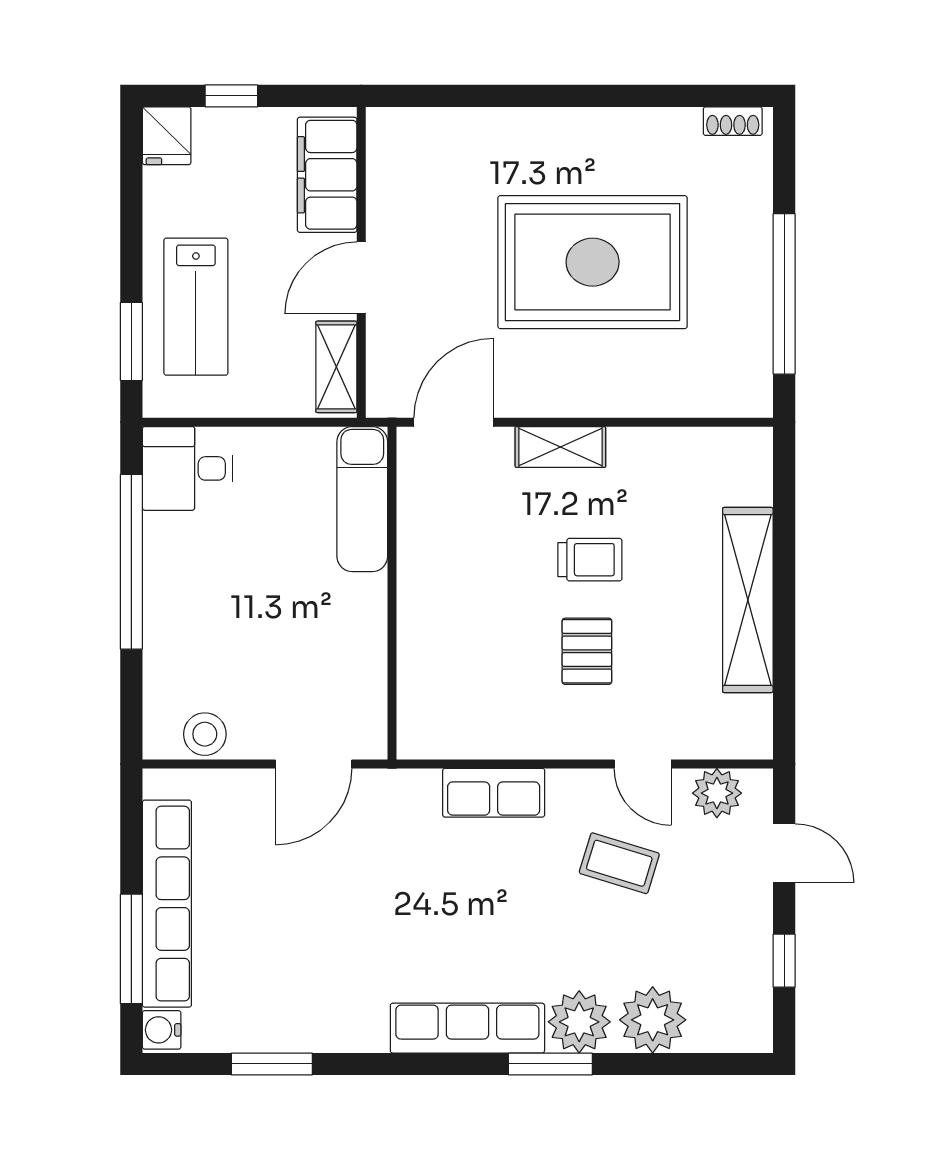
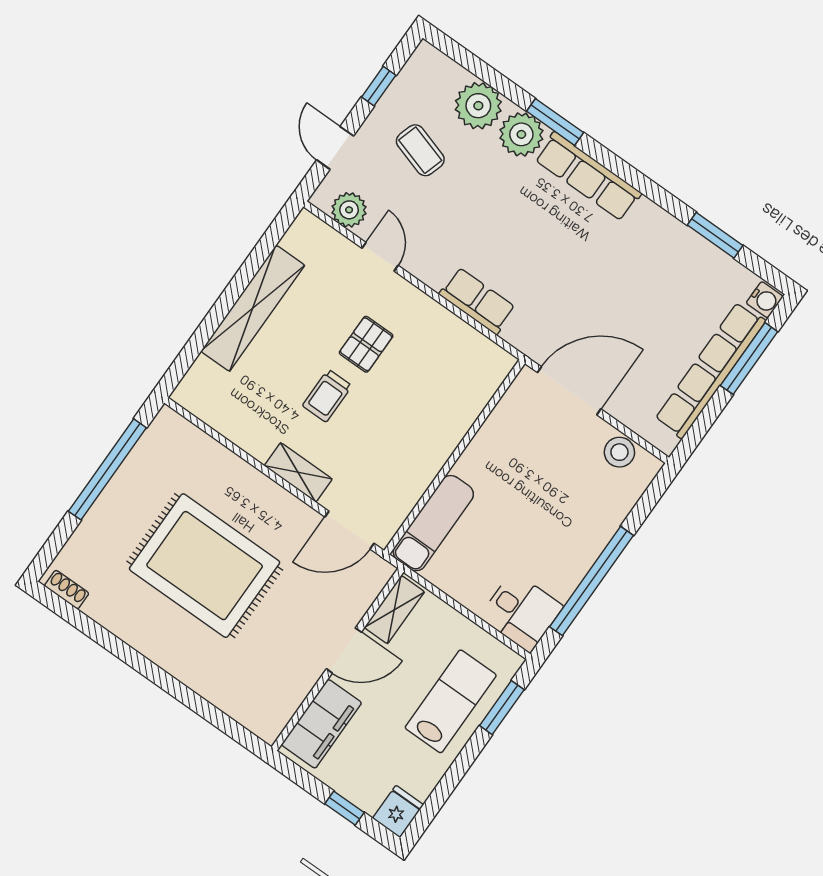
trolley: (590, 560) -> (327, 396), turned -90
door: (314, 764) -> (569, 391), width x1.36
coffee table: (619, 863) -> (420, 150), moved

